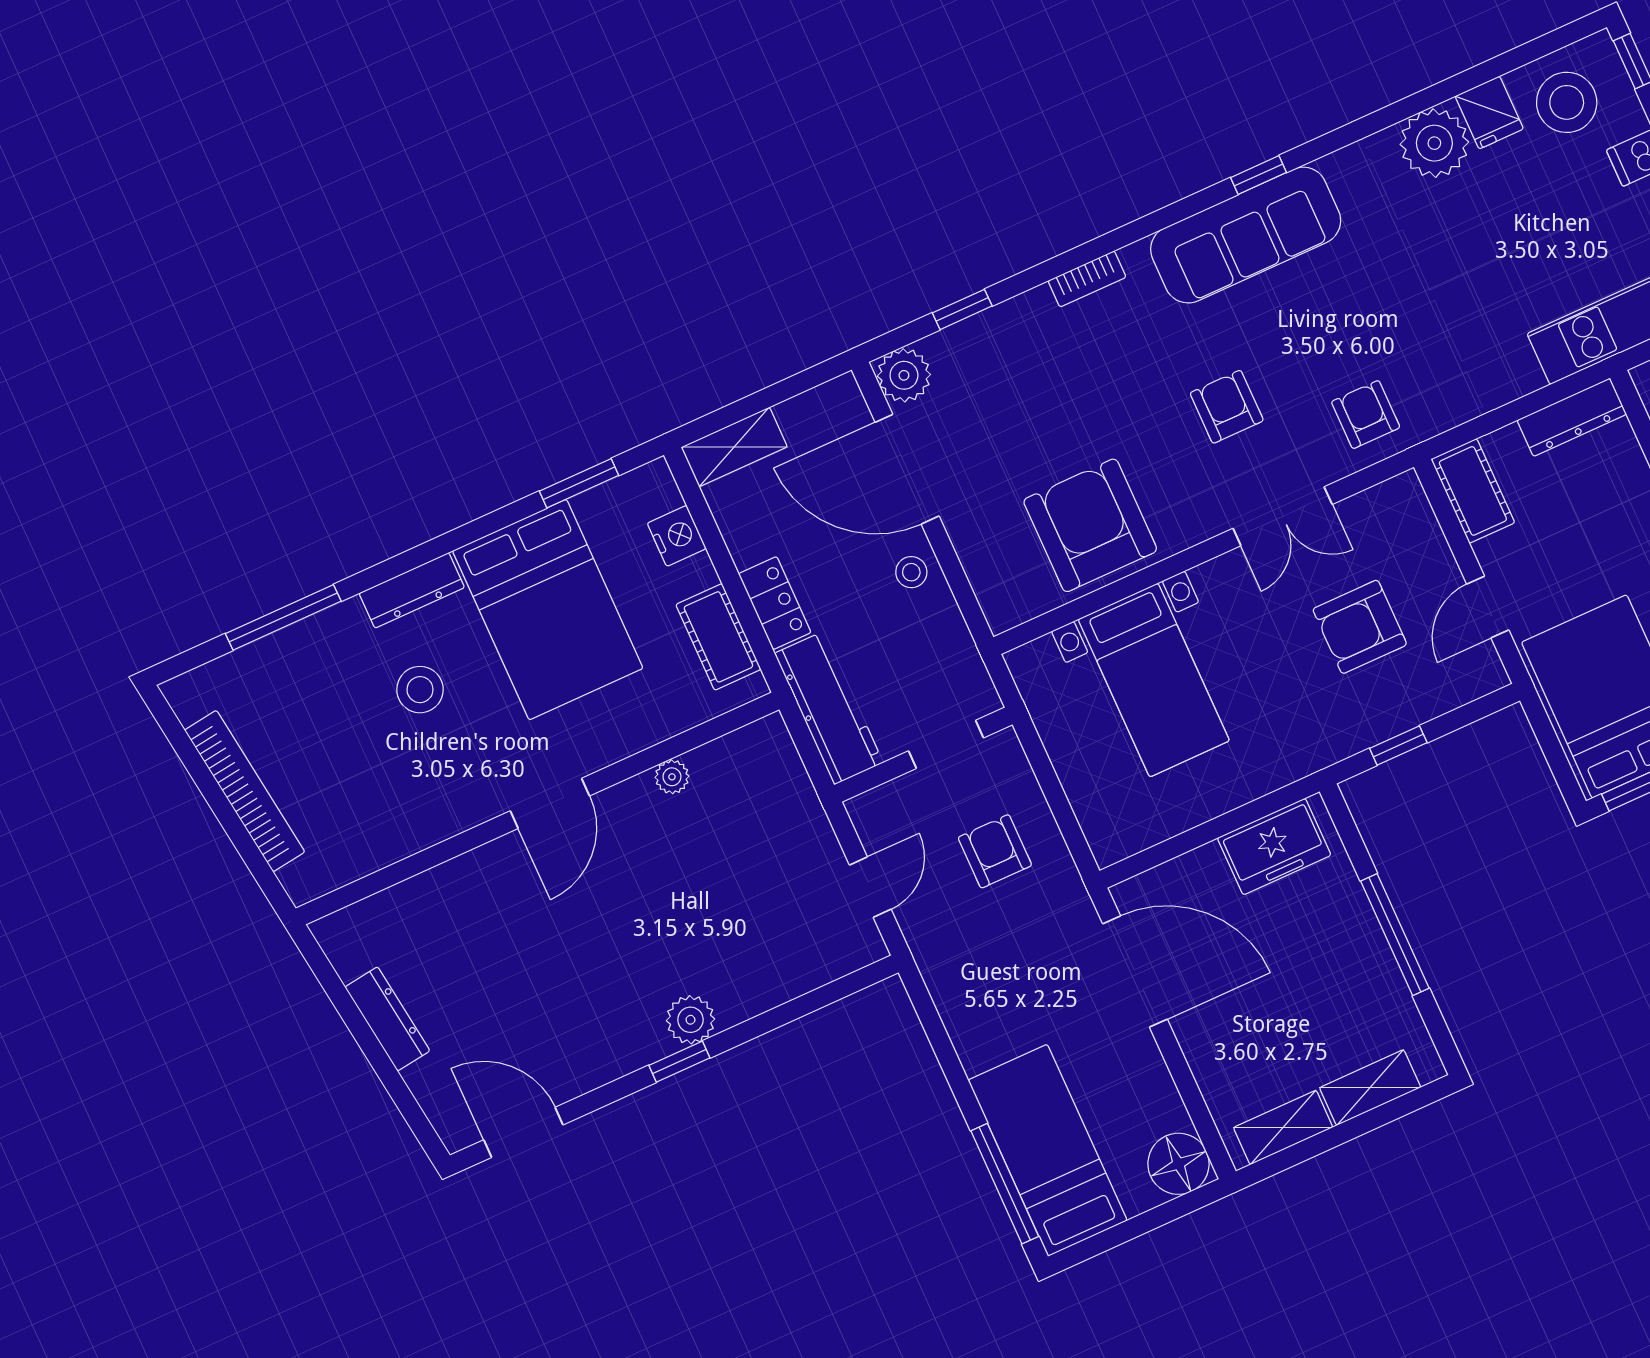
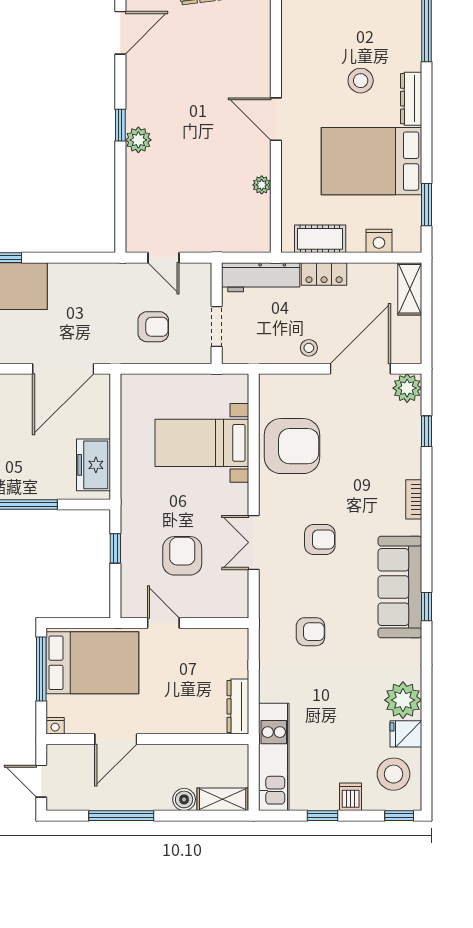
armchair: (1366, 415) -> (310, 632), moved
cot: (1473, 491) -> (224, 642), removed

